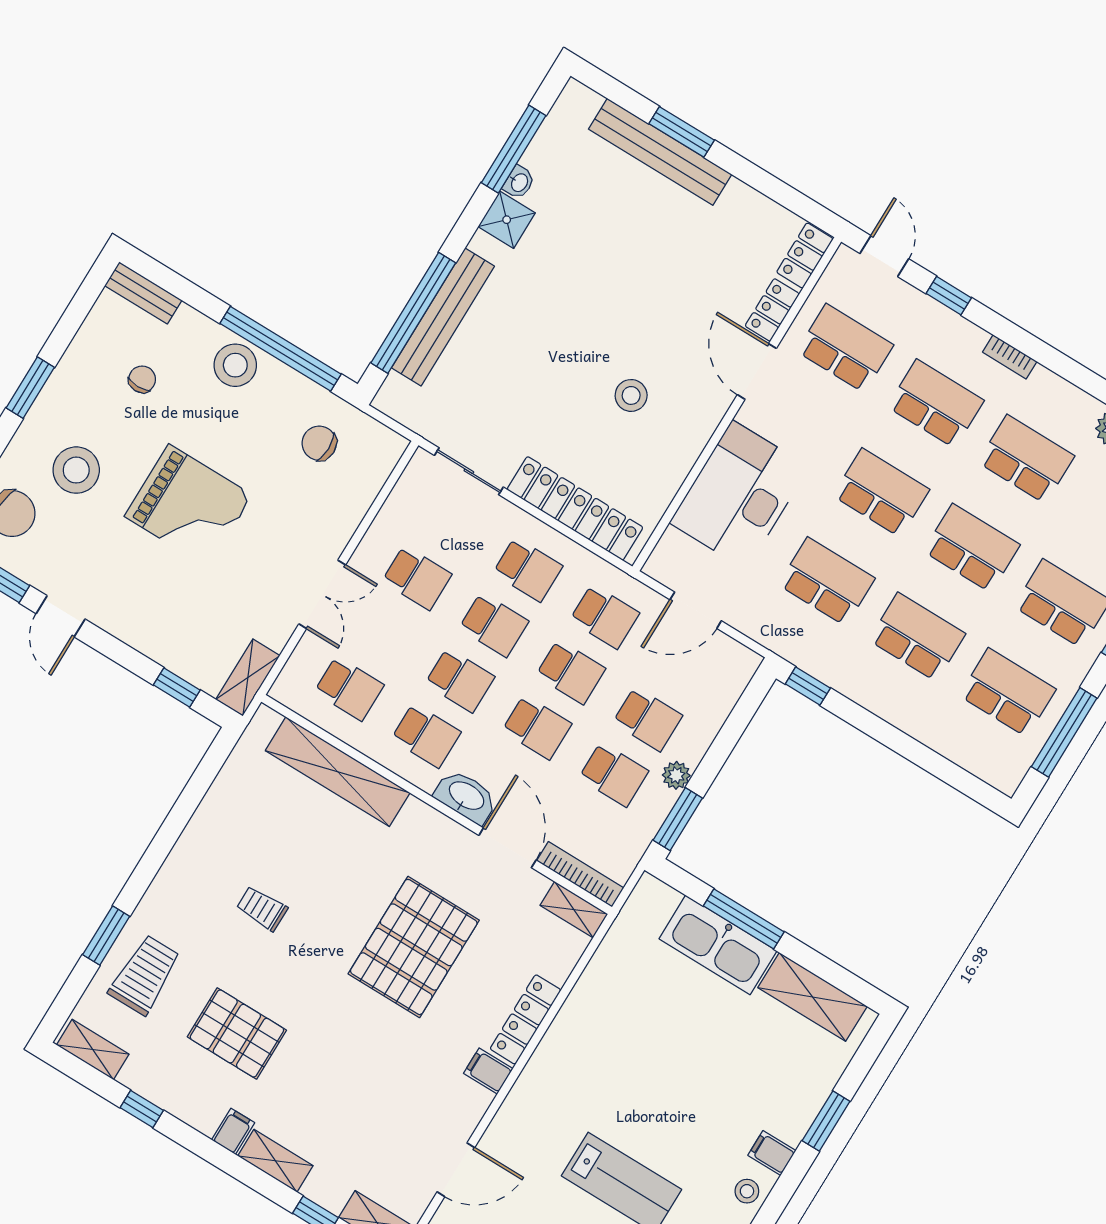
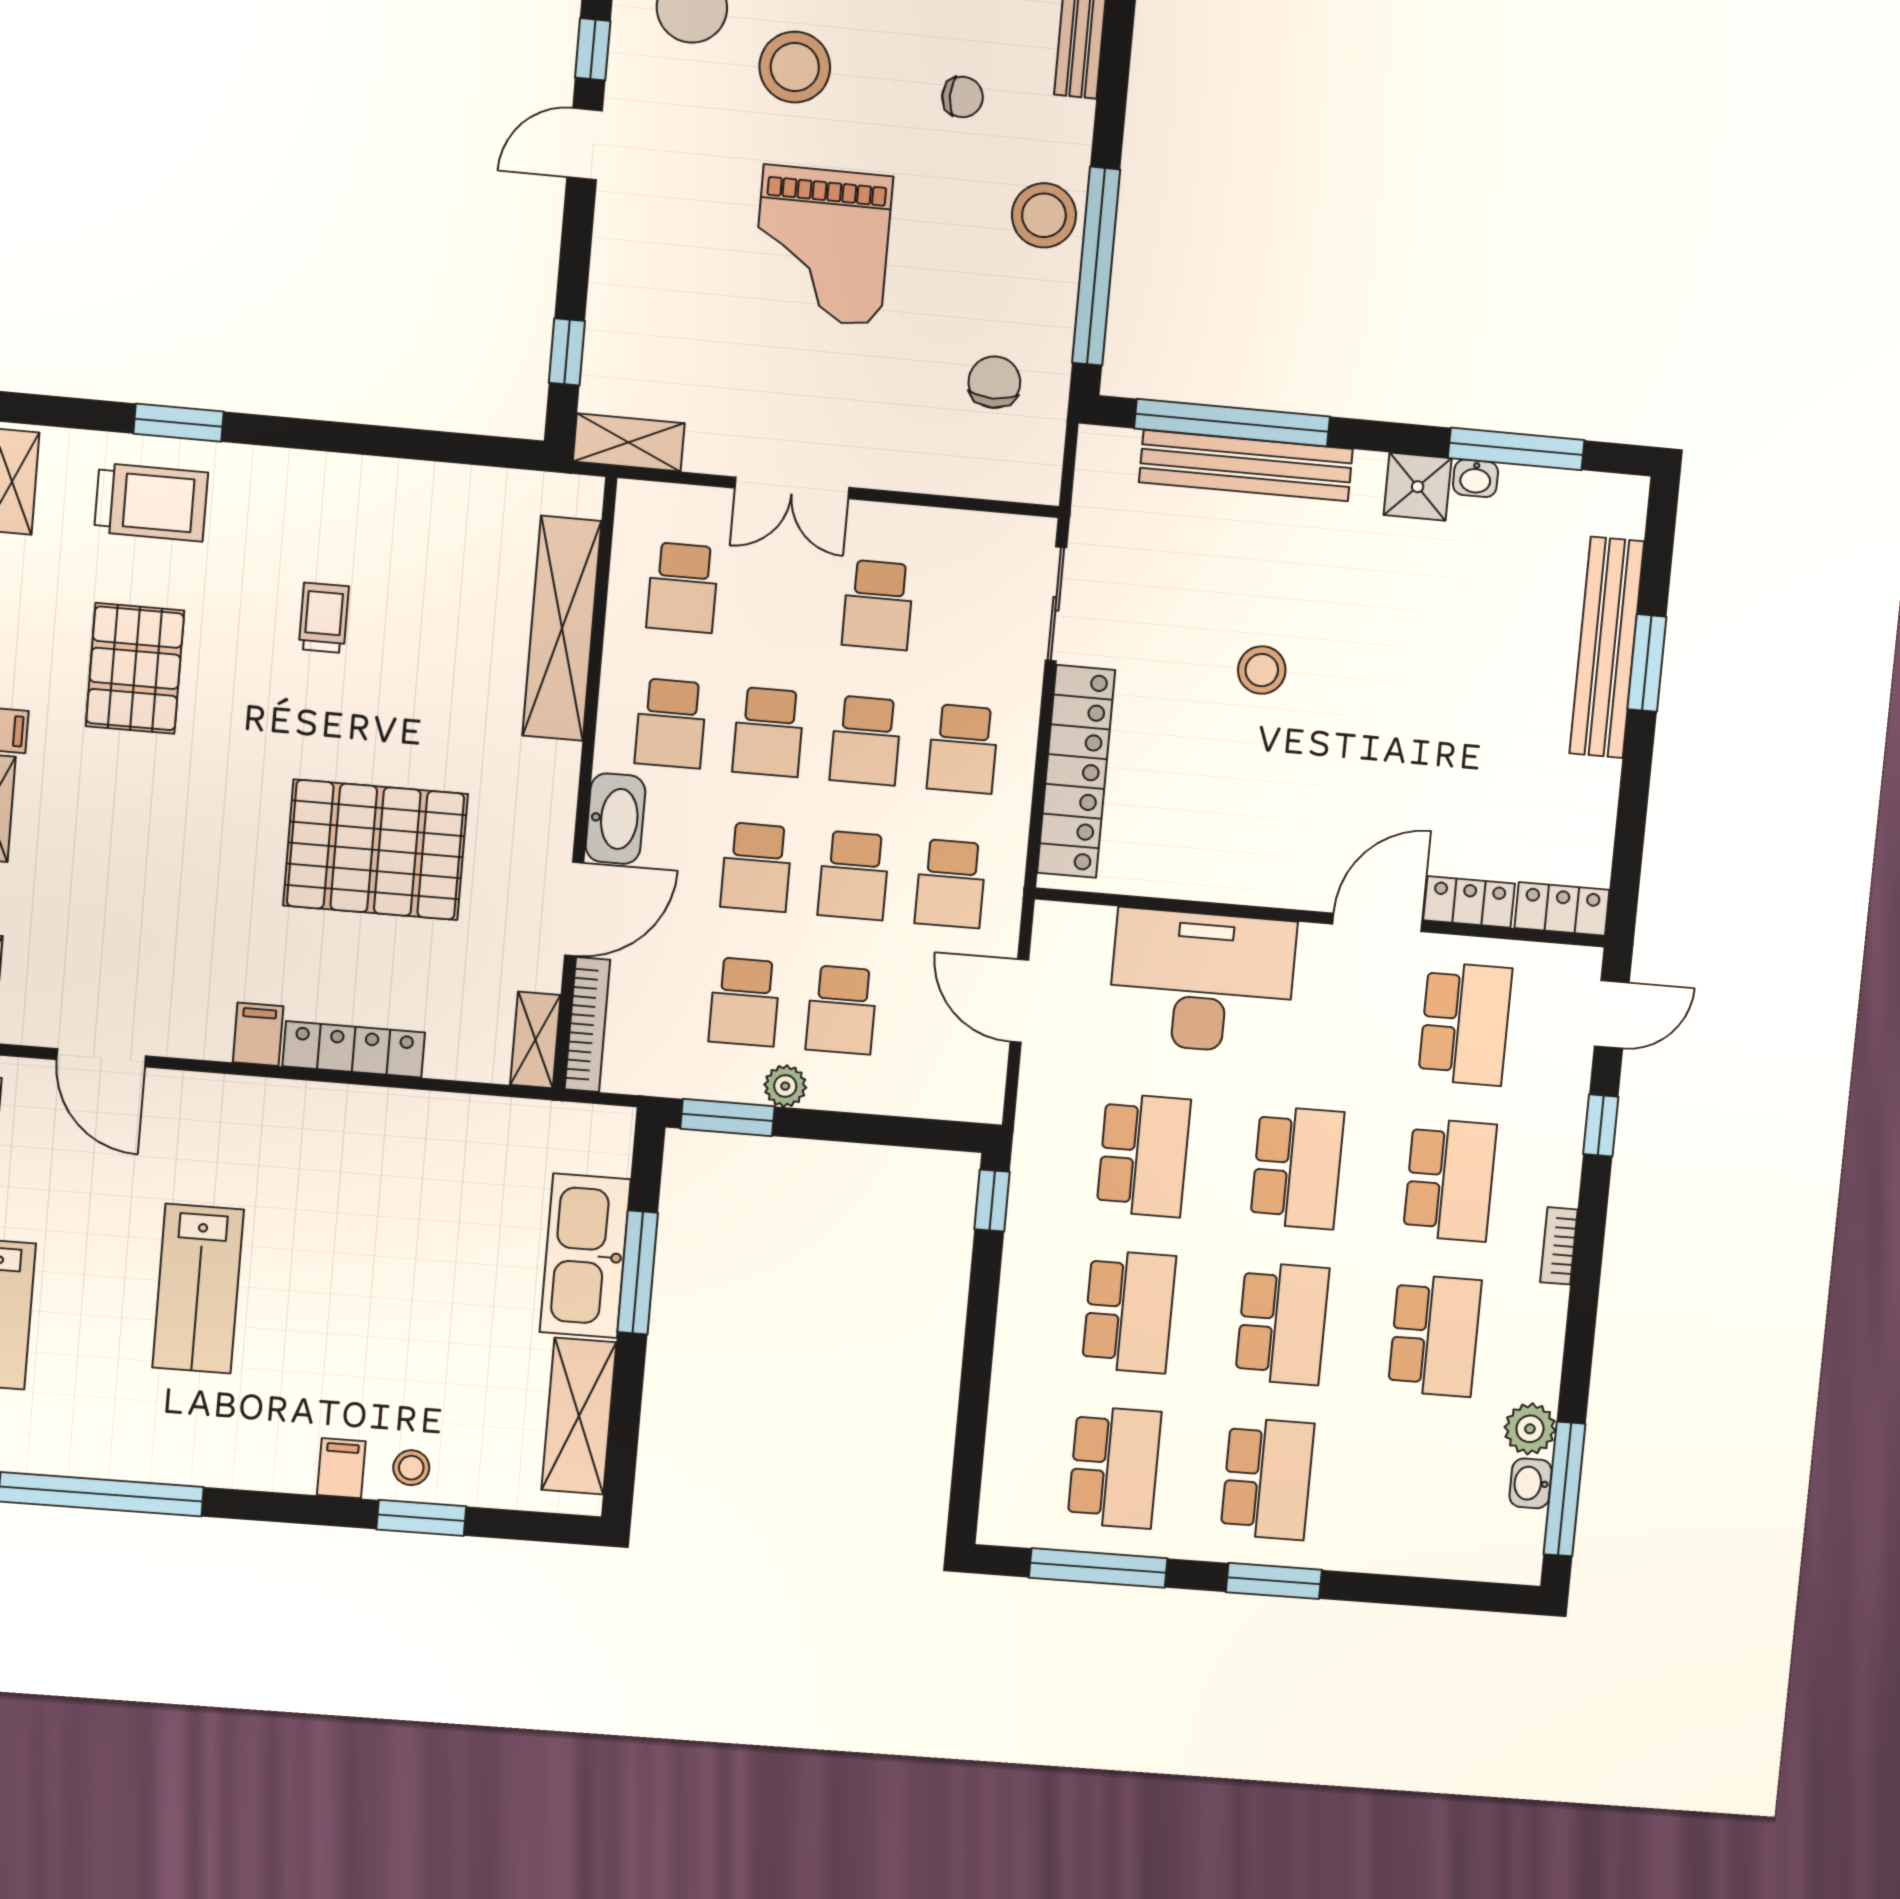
stool: (631, 395) -> (1262, 670), moved
stool: (747, 1191) -> (411, 1468), moved

